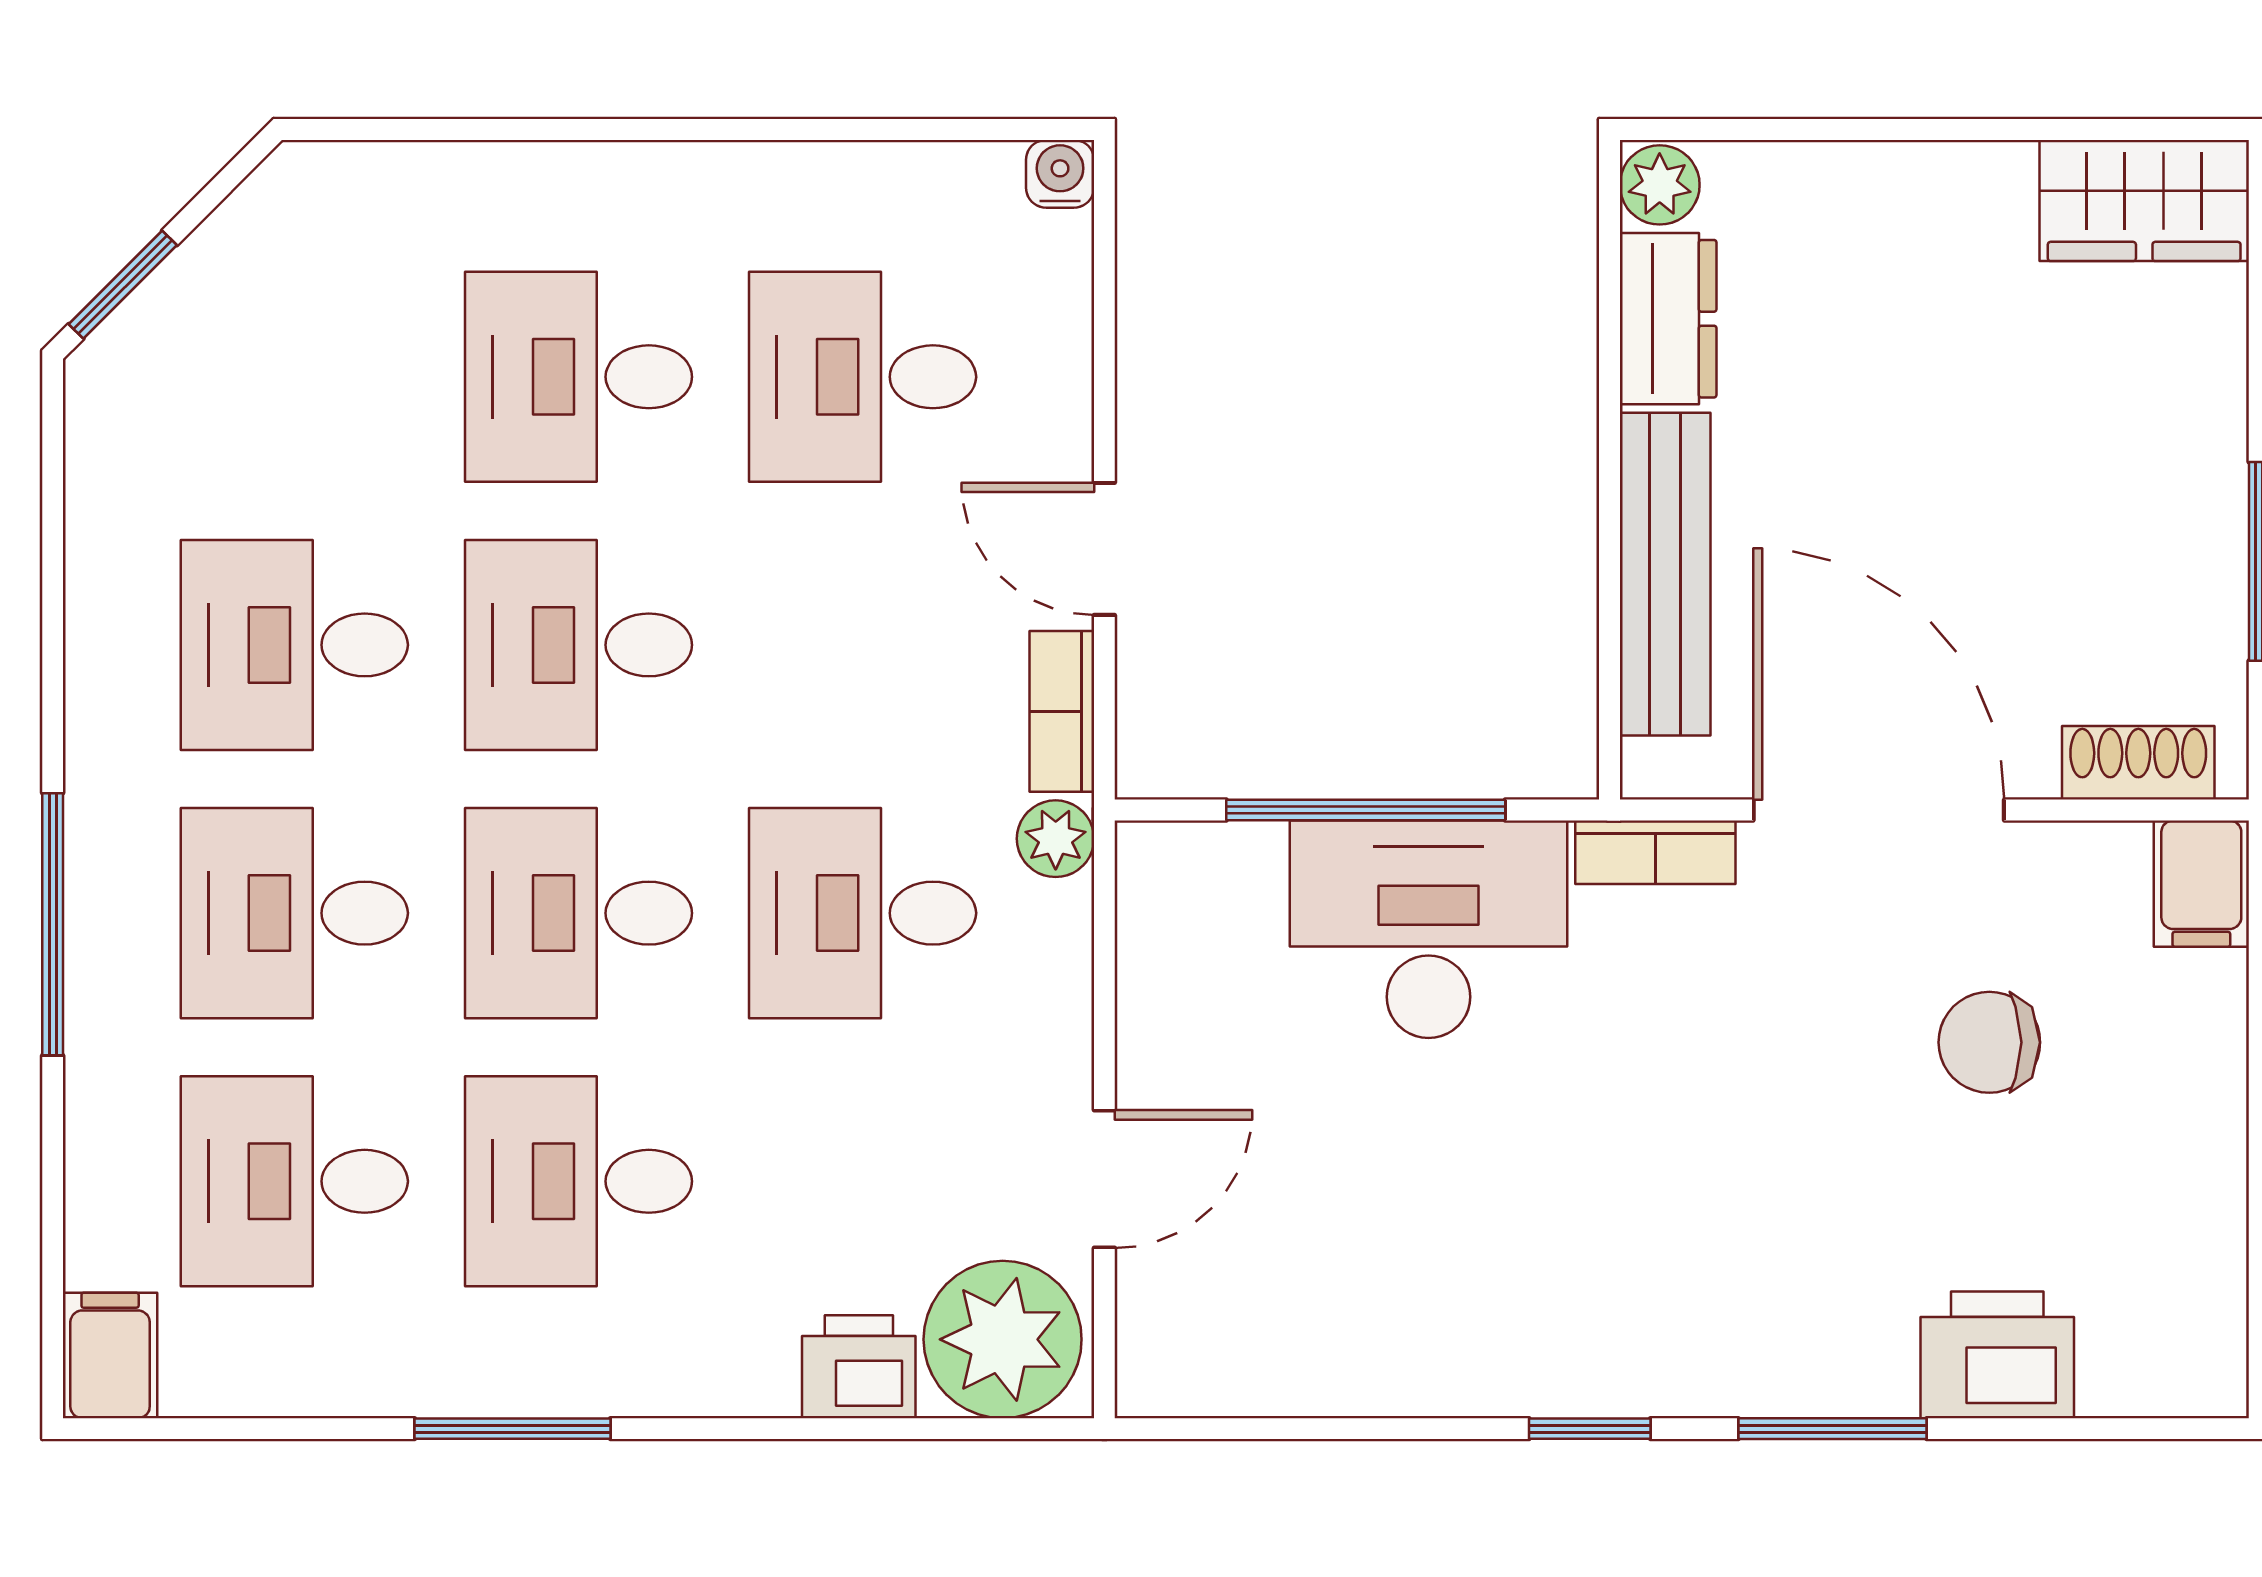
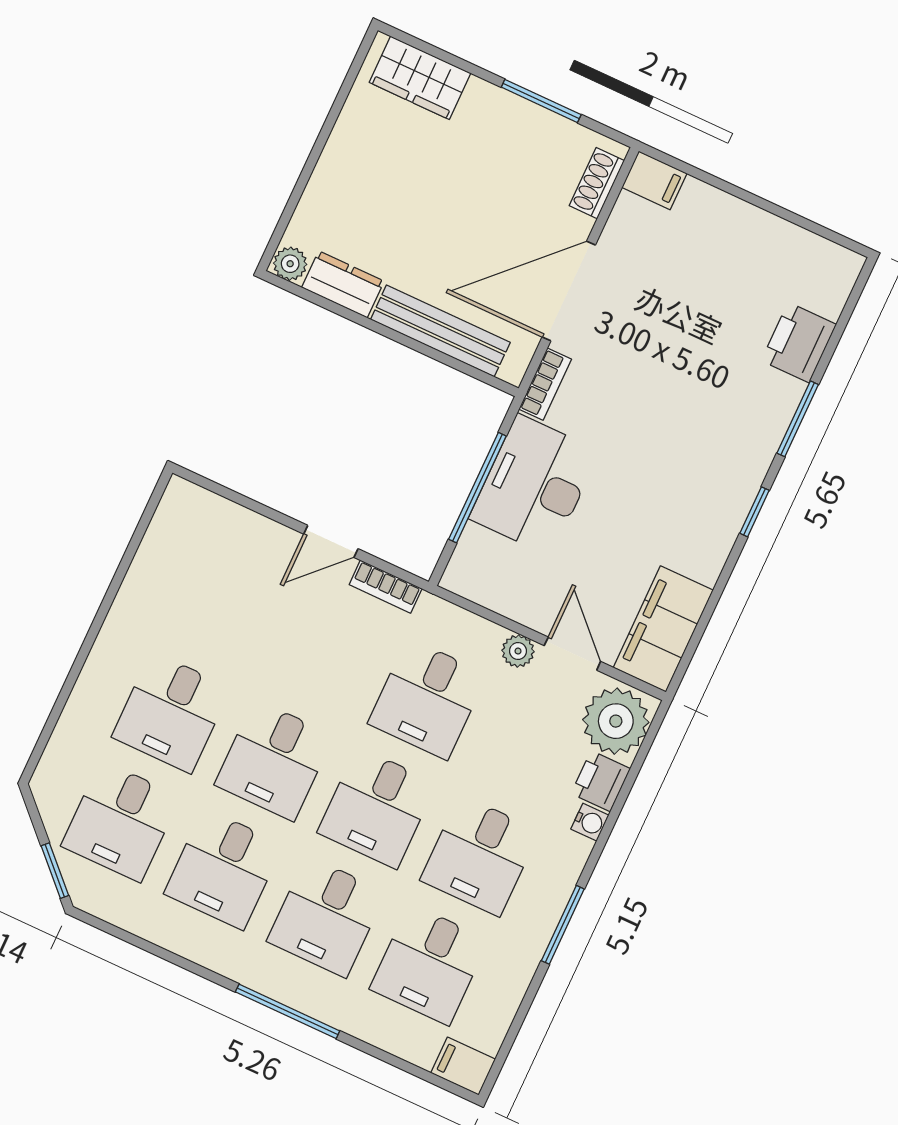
water cooler: (1060, 174) -> (590, 822), moved, turned 180
wardrobe: (2144, 200) -> (420, 78), moved, turned 90
desk: (863, 377) -> (121, 821), moved
plant: (1056, 839) -> (518, 651), moved
chair: (1989, 1042) -> (677, 290), removed
filing cabinet: (1248, 1349) -> (663, 629), added

